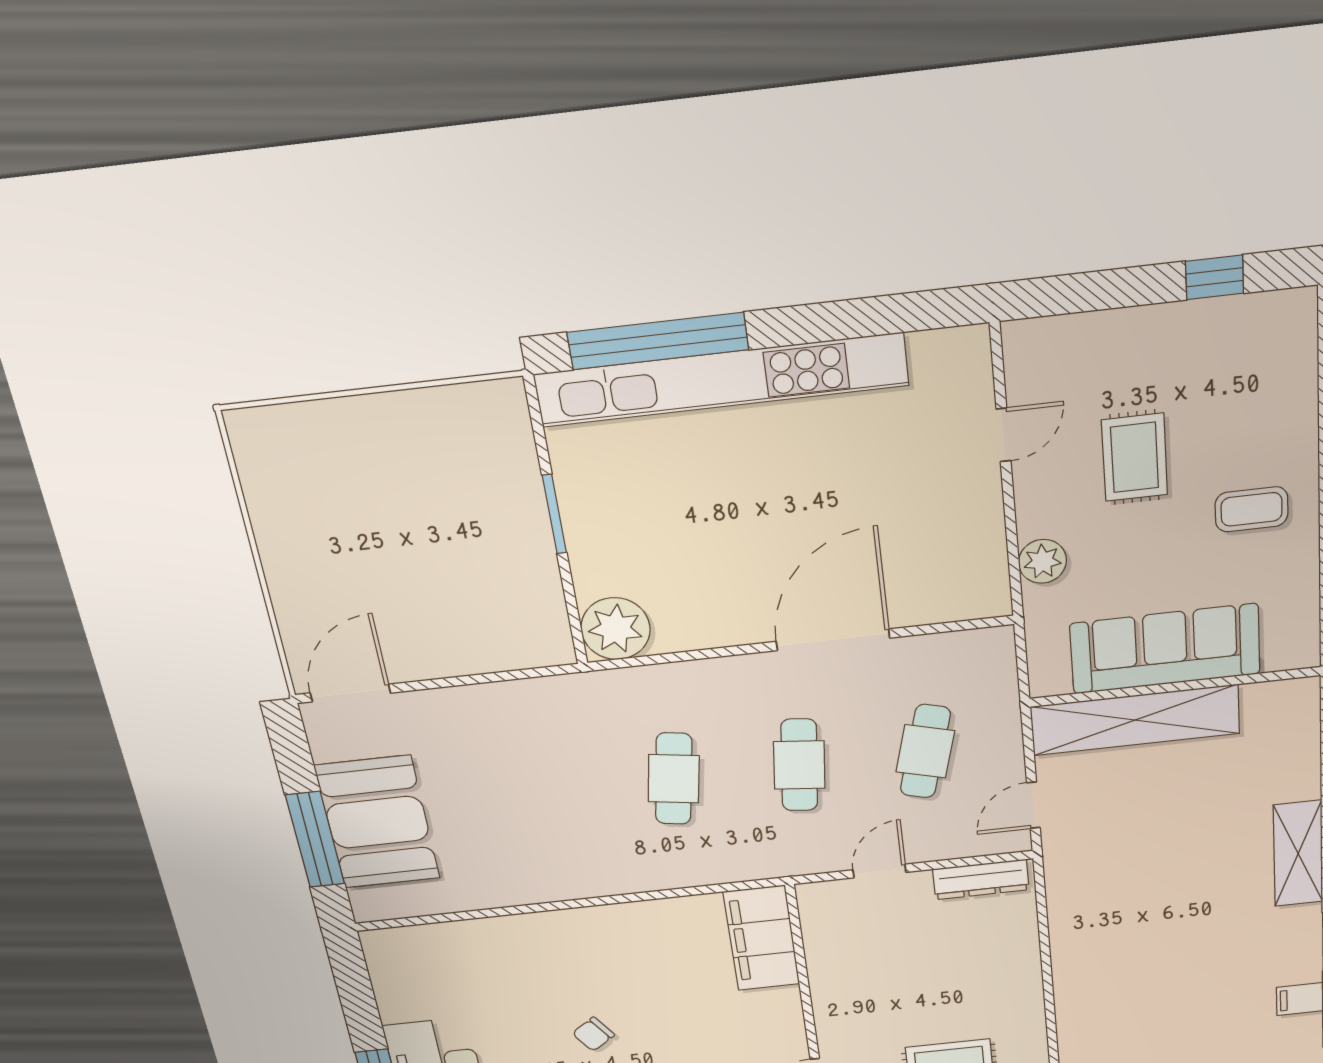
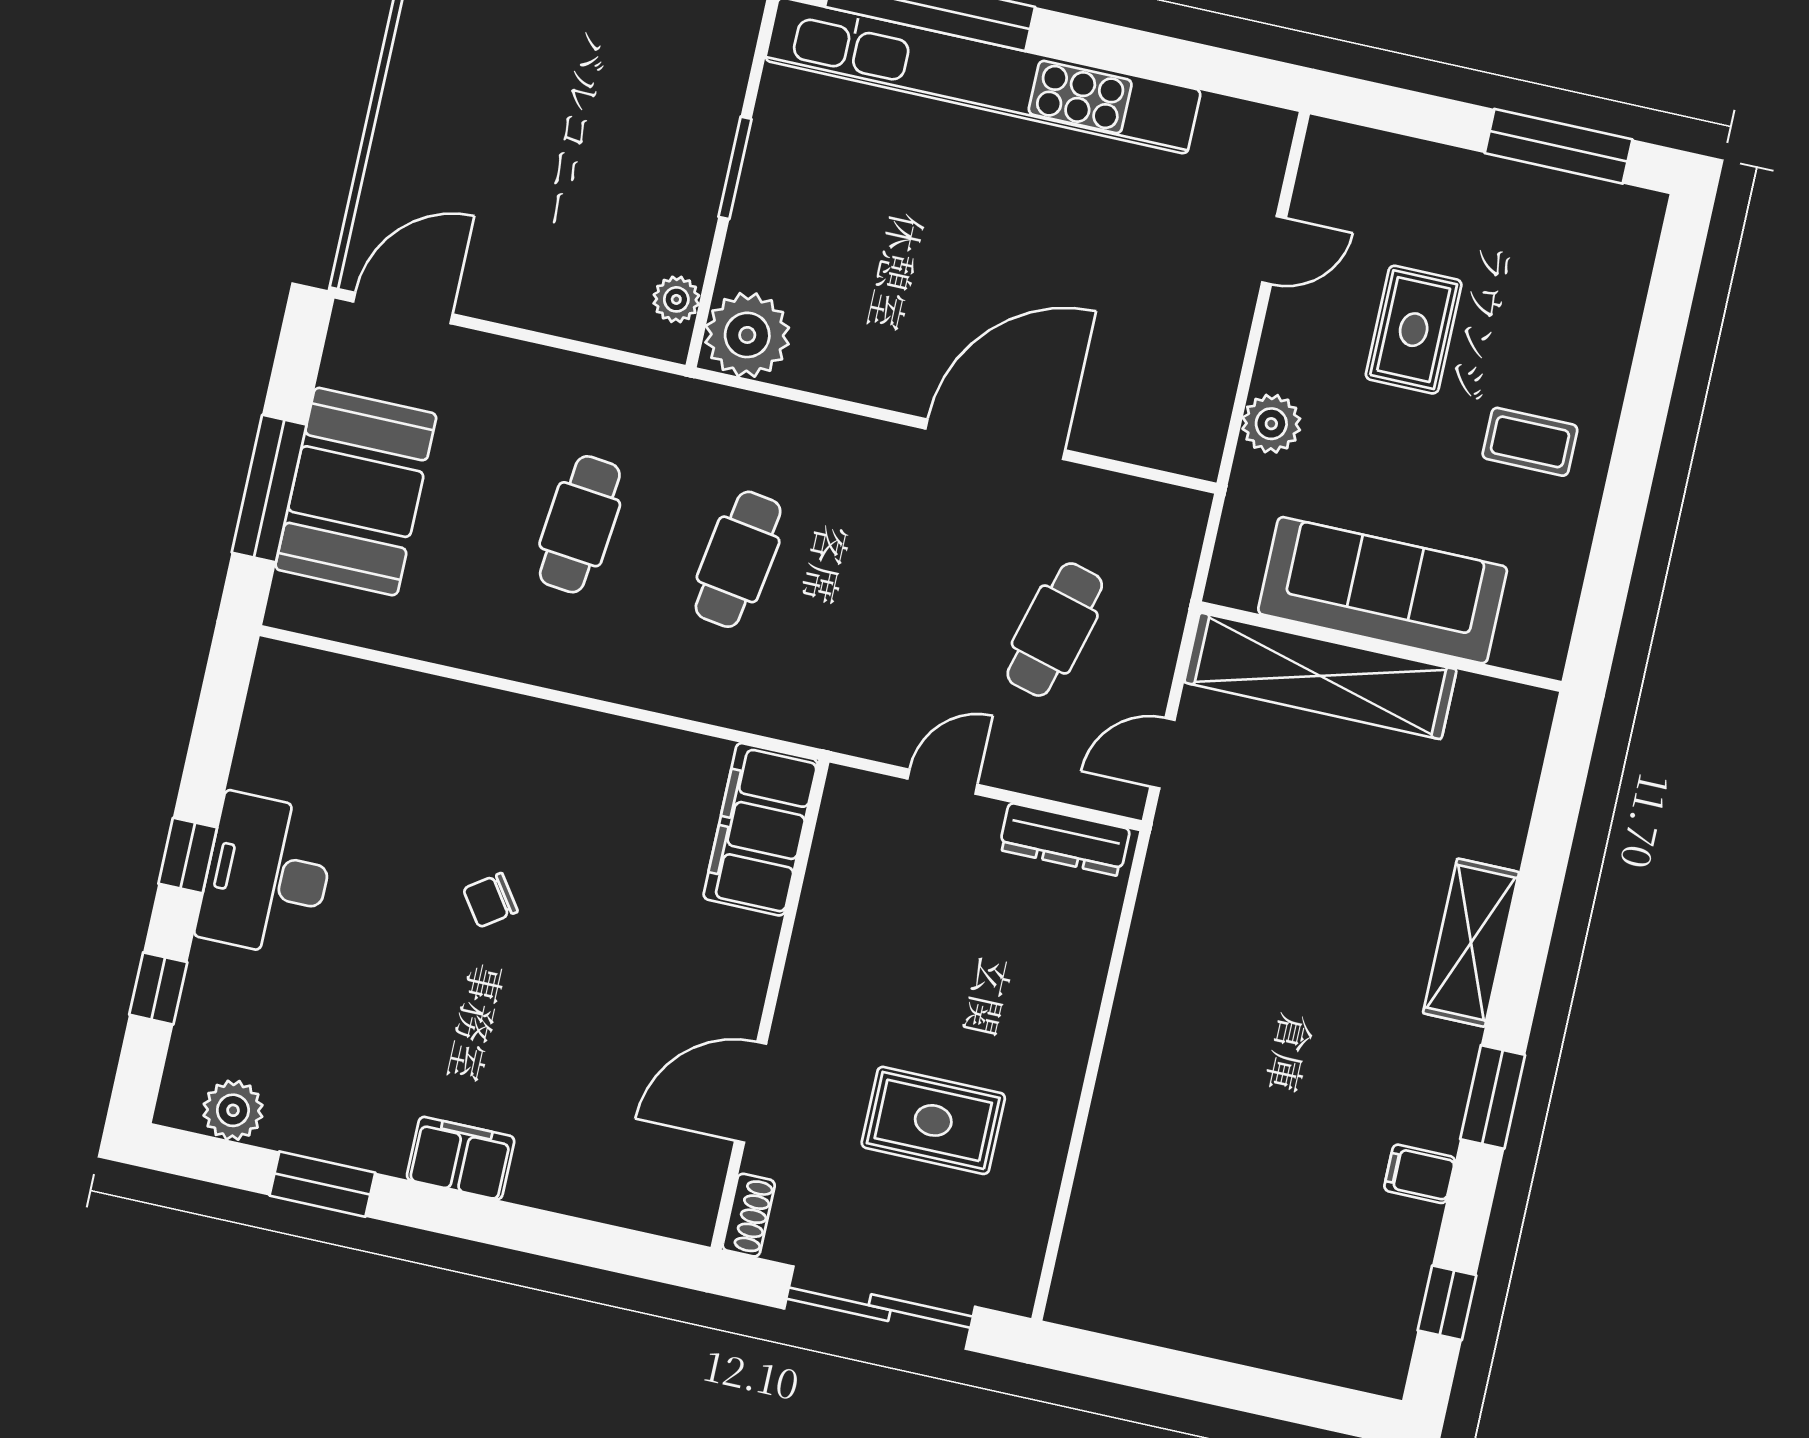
window: (1215, 277) -> (1559, 146), width x2.17
plant: (551, 622) -> (676, 299), added
cafe table: (799, 765) -> (580, 524), moved

